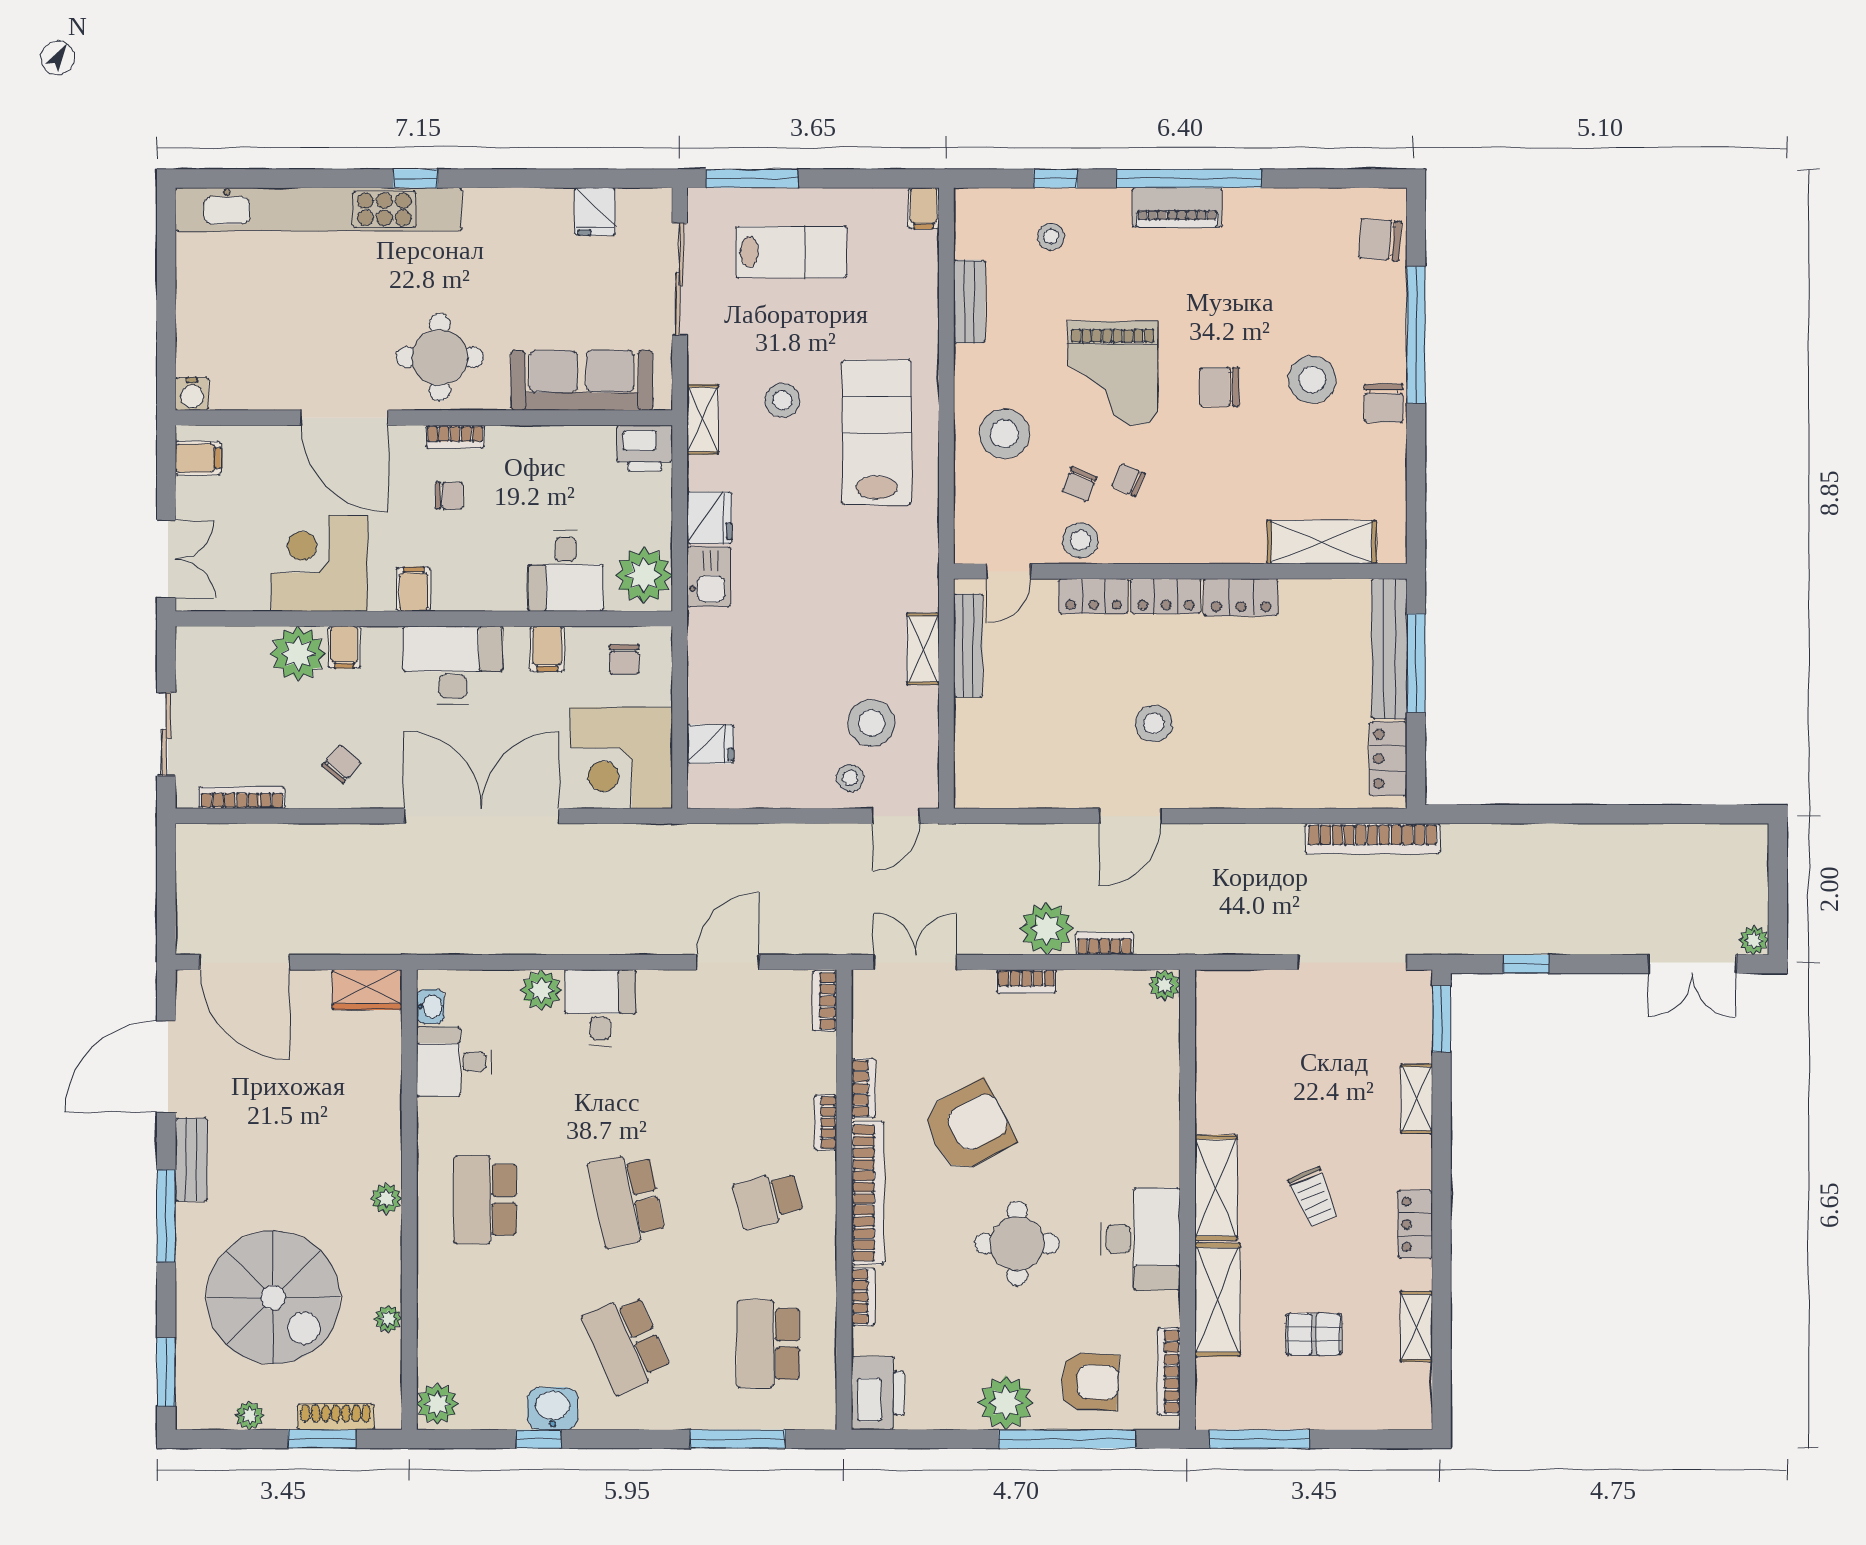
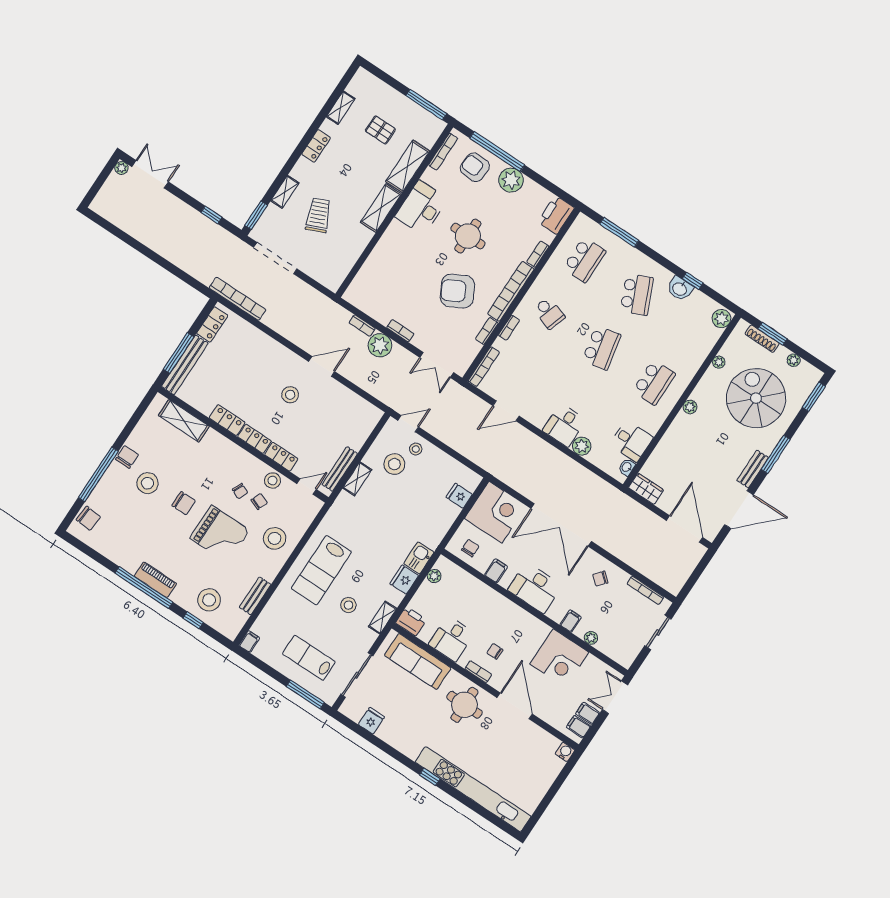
stool: (1051, 236) -> (209, 600), width x1.89, depth x1.89
grand piano: (1113, 374) -> (220, 534), turned 90
desk: (565, 571) -> (452, 639), moved, turned 180
plant: (644, 575) -> (434, 576), width x0.53, depth x0.53
filing cabinet: (414, 589) -> (588, 713), moved, turned 90
plant: (298, 654) -> (591, 638), width x0.53, depth x0.53
plant: (1165, 985) -> (350, 295), removed
bookcase: (825, 1001) -> (484, 367), width x1.56
trolley: (1314, 1197) -> (318, 215), moved, width x1.36, depth x1.39
school desk: (768, 1200) -> (549, 313), turned 33

